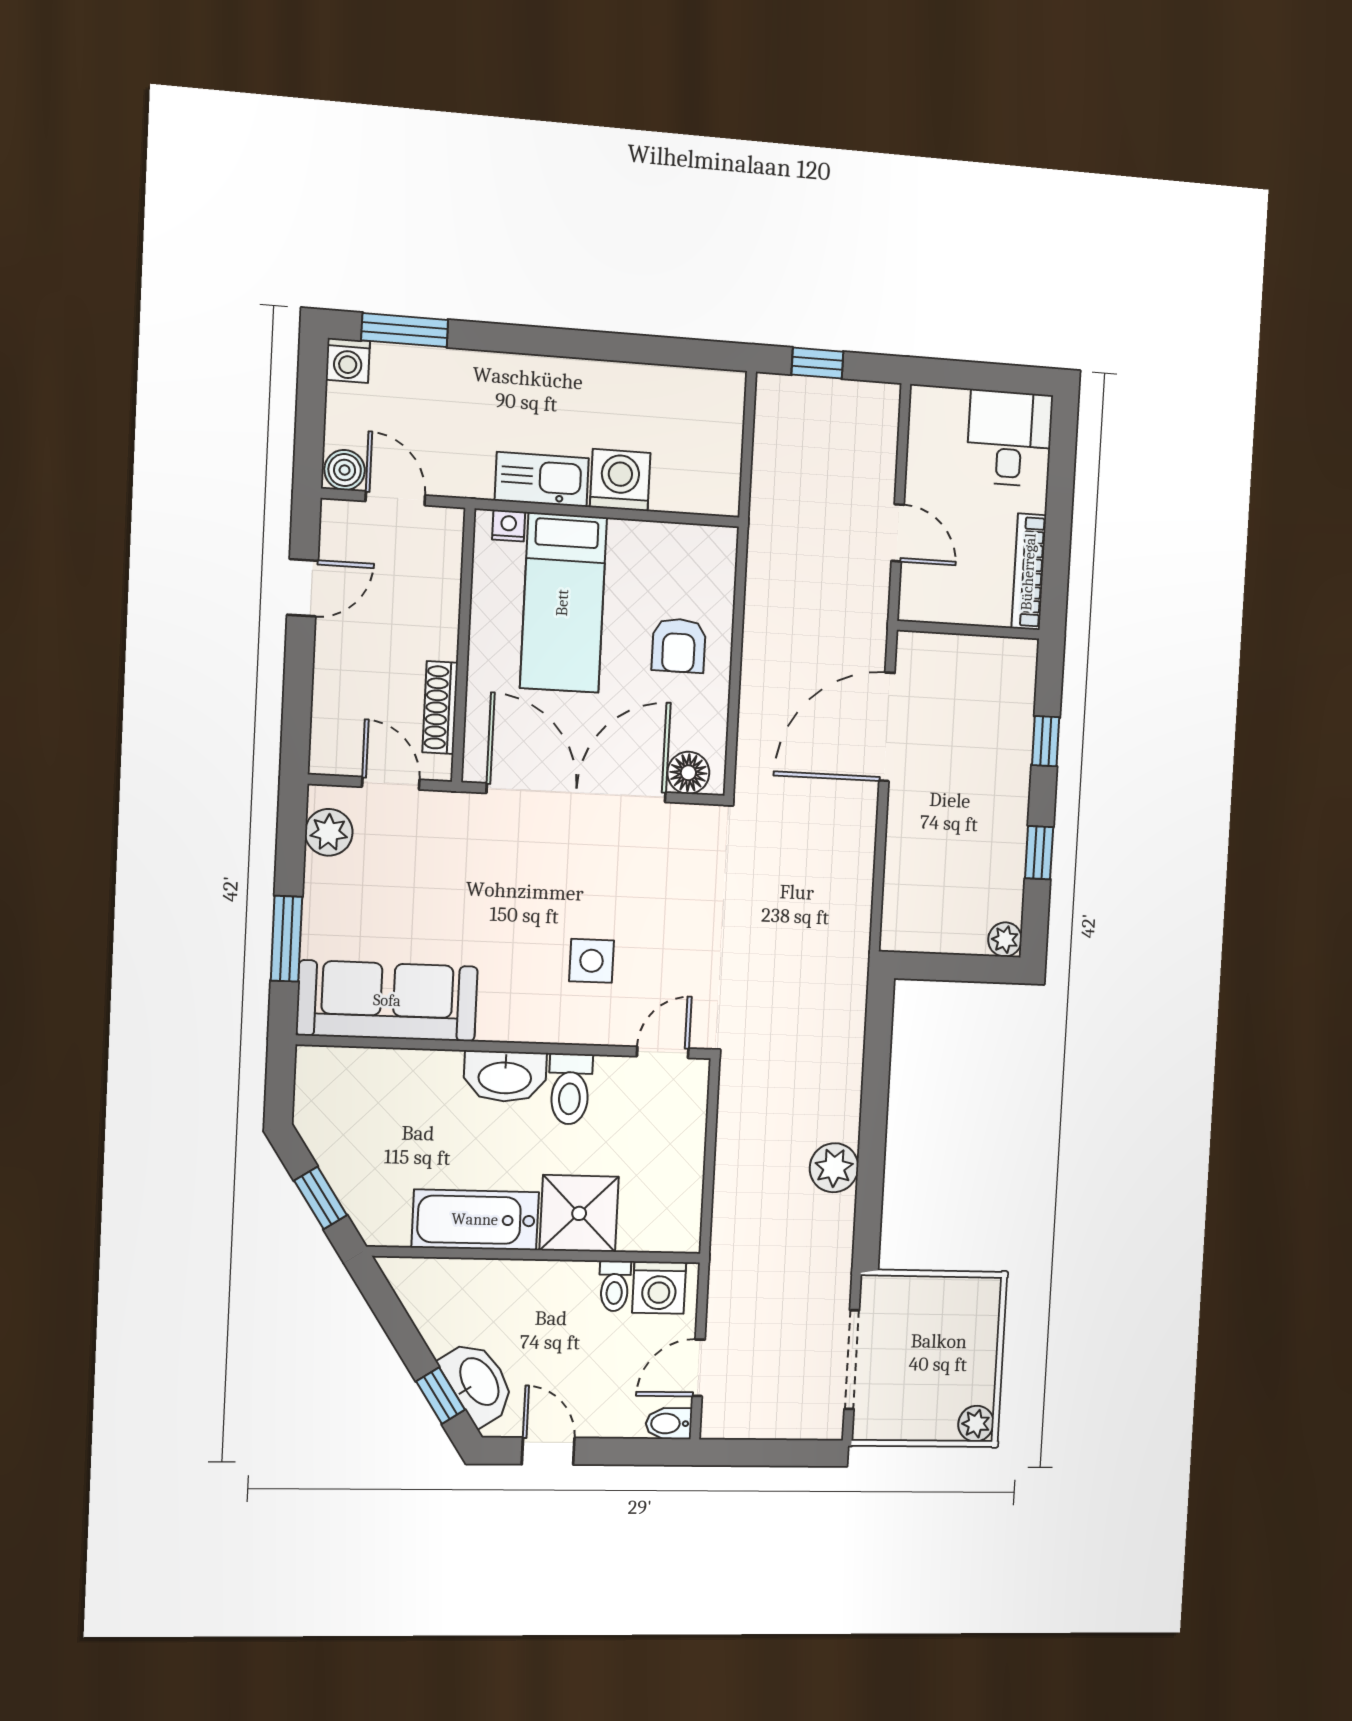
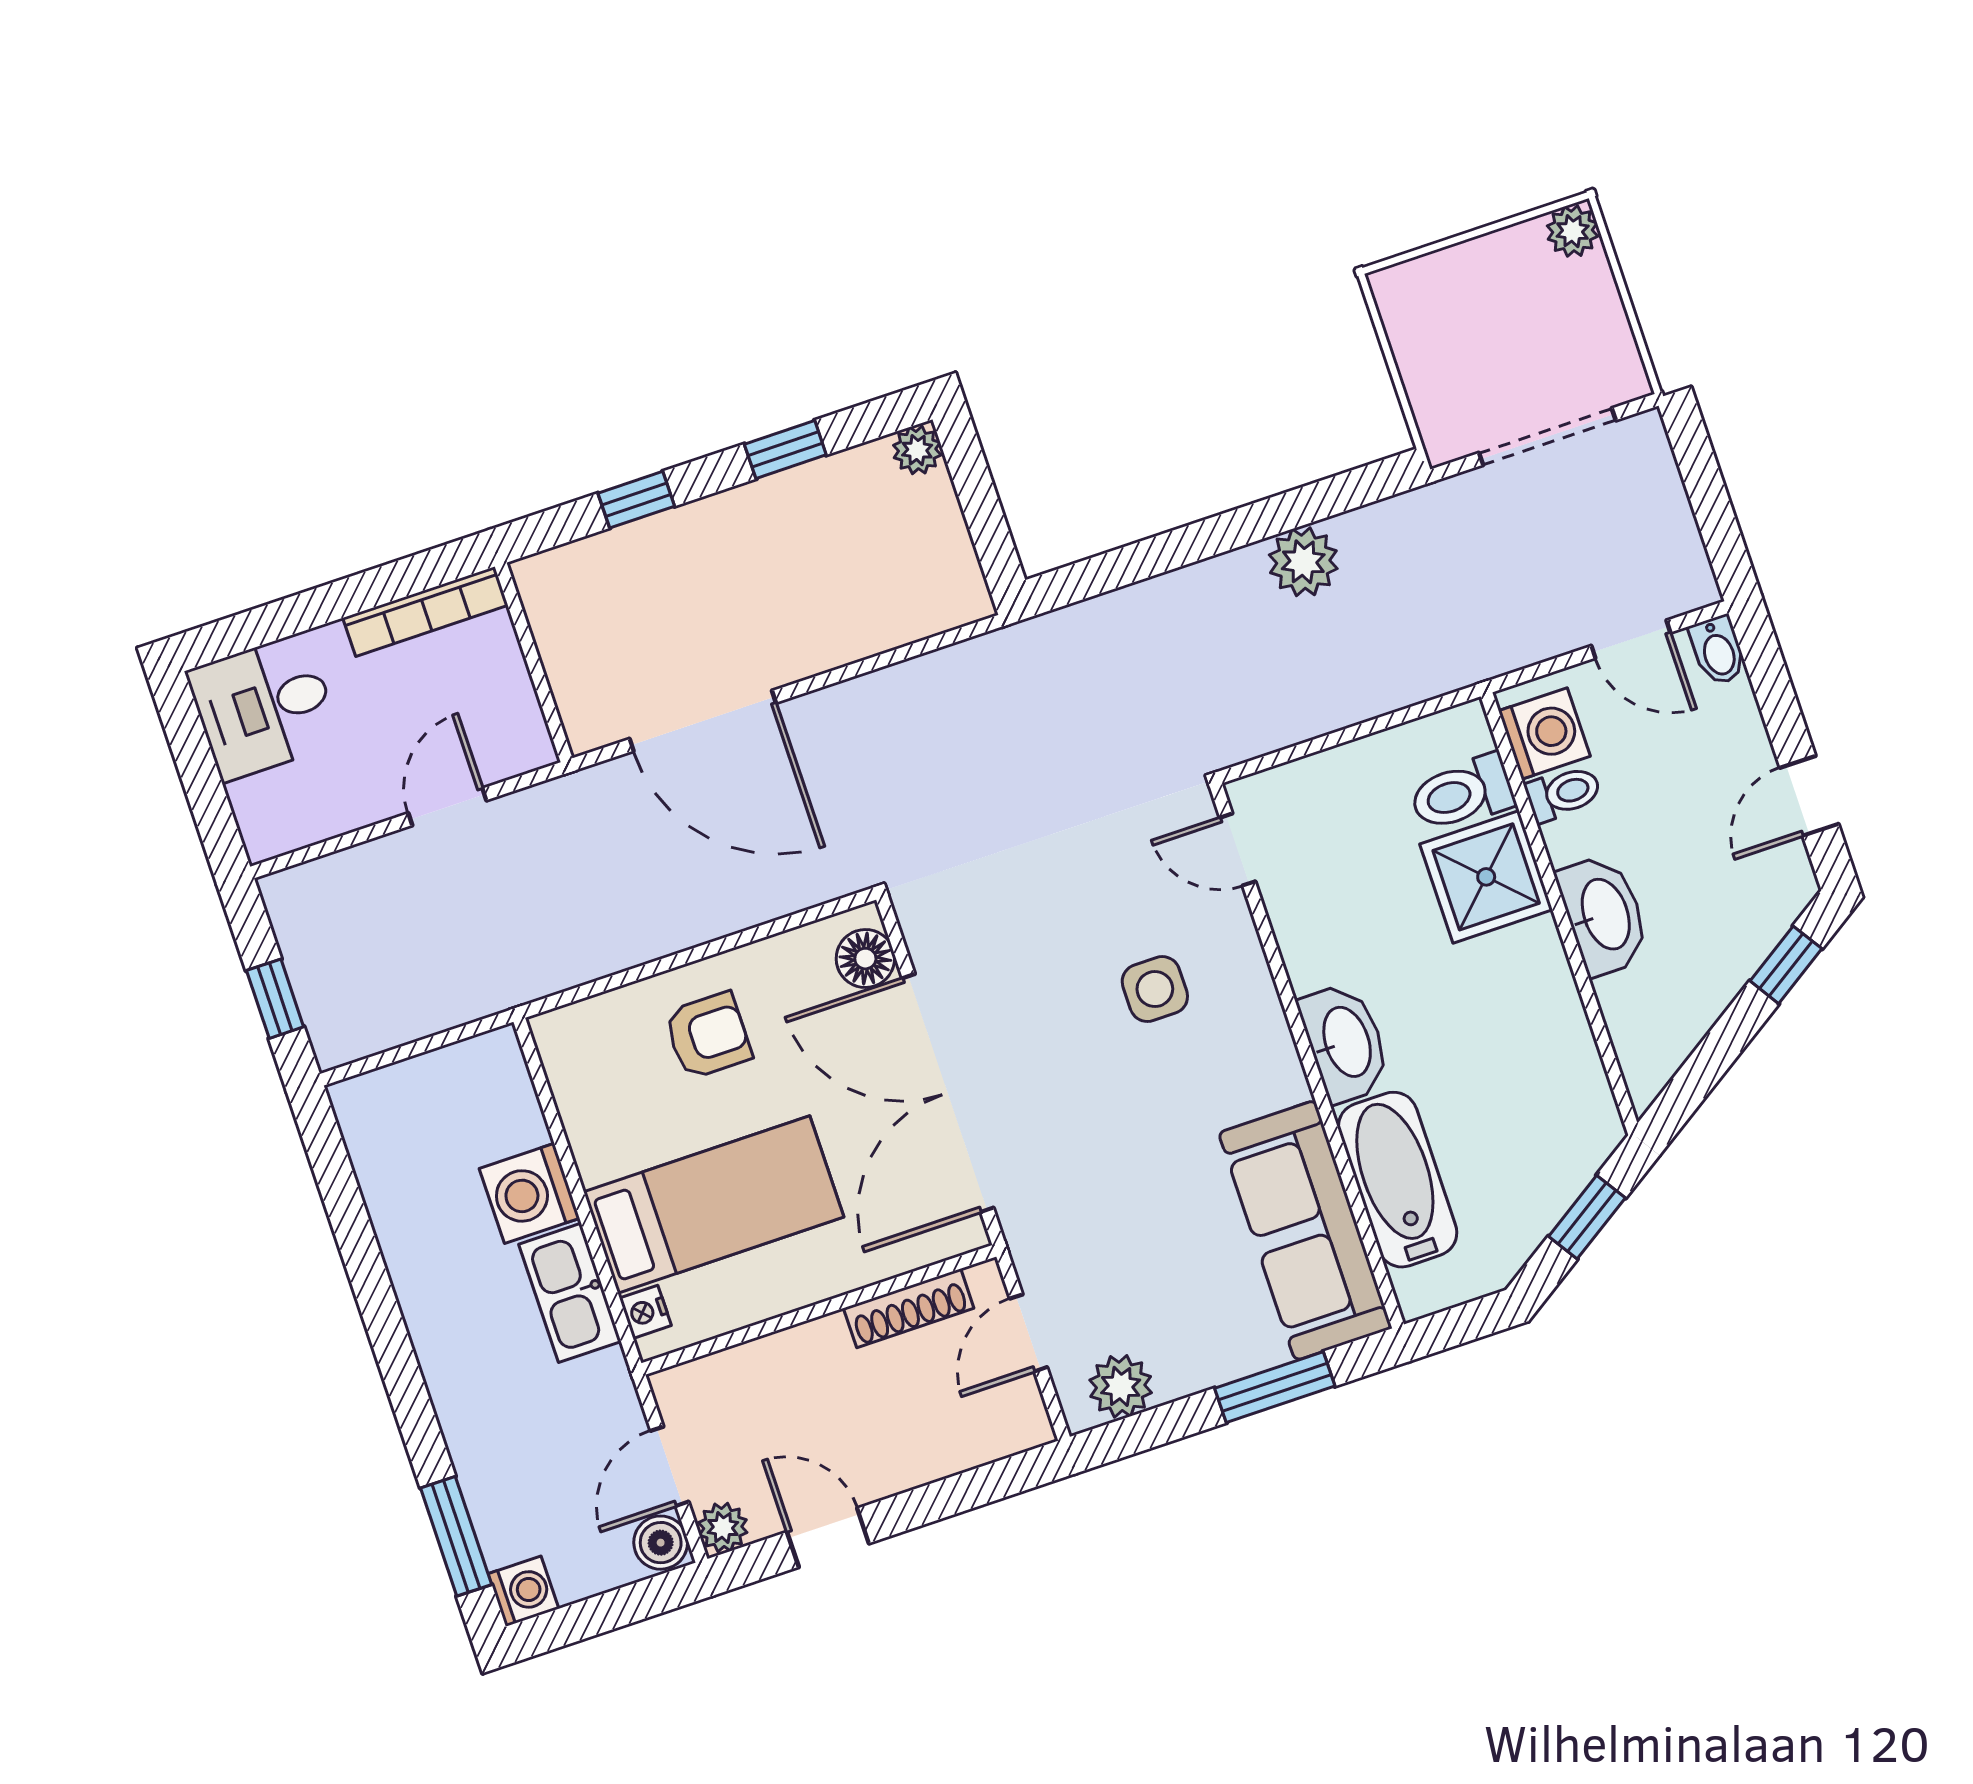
plant: (338, 518) -> (723, 1527), added
toilet: (570, 1089) -> (1462, 793), moved, turned 180
bathtub: (475, 1220) -> (1398, 1180), moved, turned 180
washbasin: (478, 1382) -> (1604, 915), moved, turned 123

